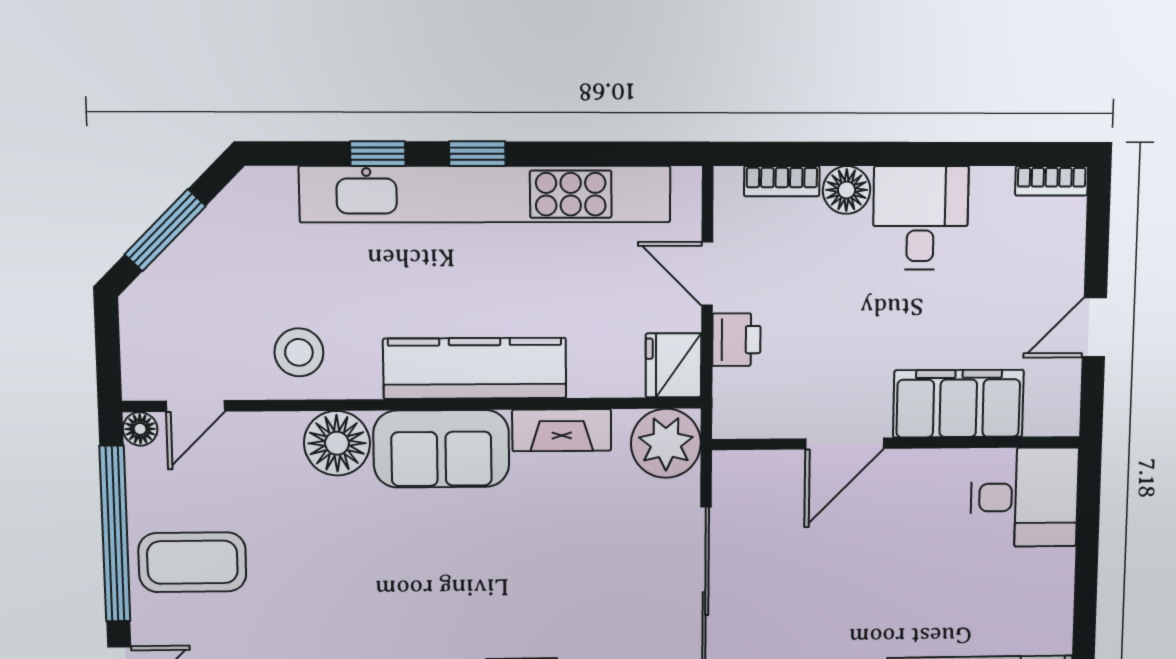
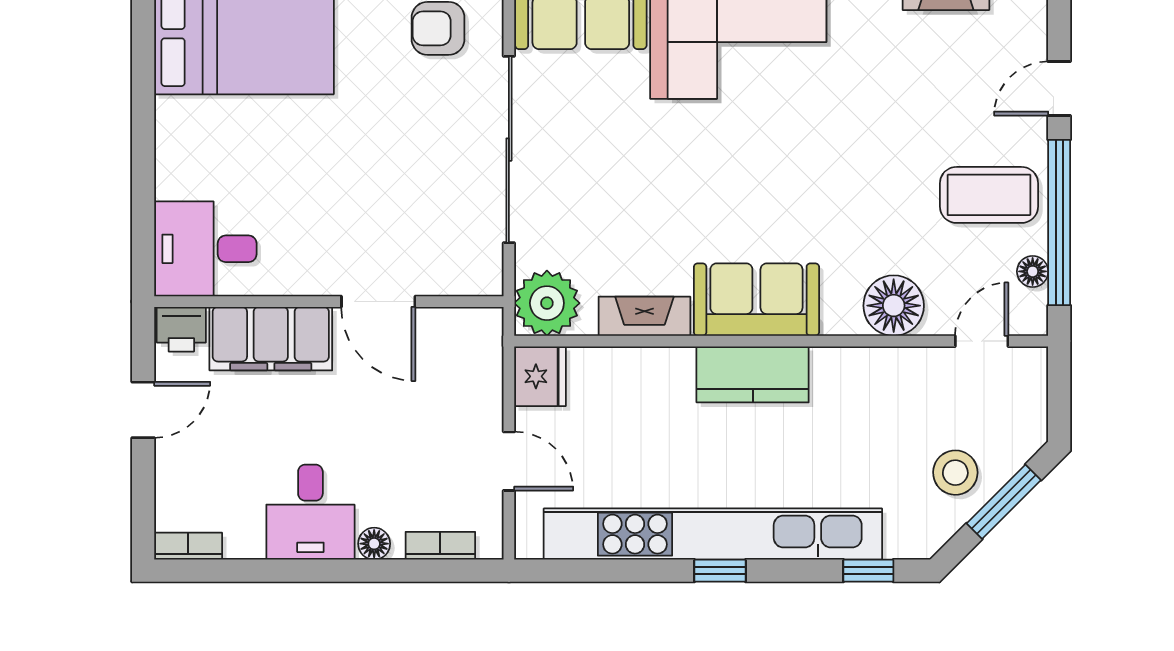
window: (378, 154) -> (868, 571), moved
floor lamp: (847, 190) -> (374, 544), width x0.73, depth x0.73
printer: (736, 340) -> (181, 329), moved, turned -90
stool: (299, 352) -> (955, 473), moved
kitchen counter: (475, 368) -> (753, 374), width x0.67
floor lamp: (140, 429) -> (1033, 271), moved
floor lamp: (337, 443) -> (894, 306), moved
door: (845, 444) -> (378, 302), swing flipped

